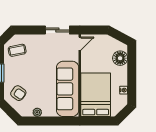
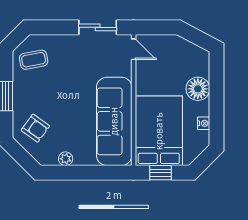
door: (80, 44) -> (134, 49), hinge flipped
floor lamp: (120, 58) -> (198, 89), moved
window: (97, 121) -> (161, 173), added

